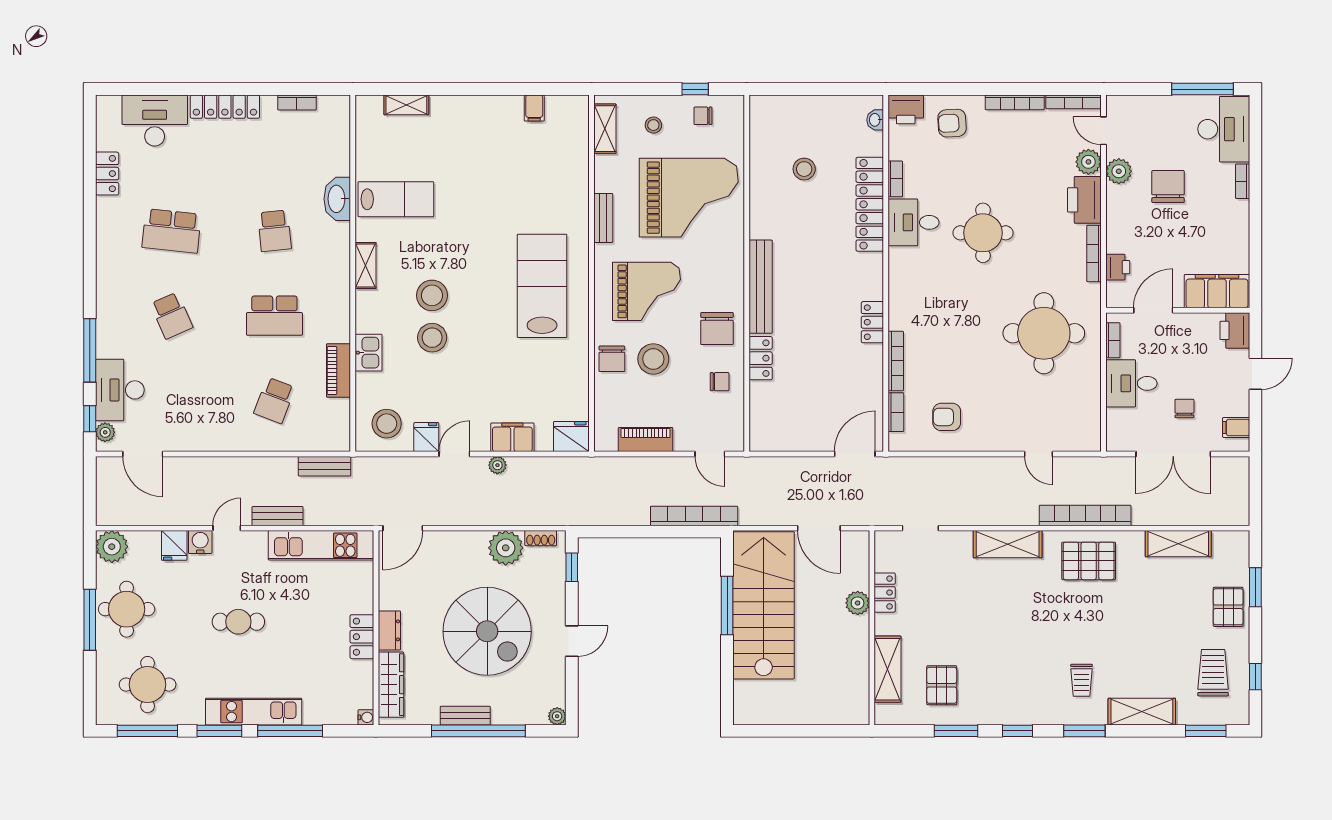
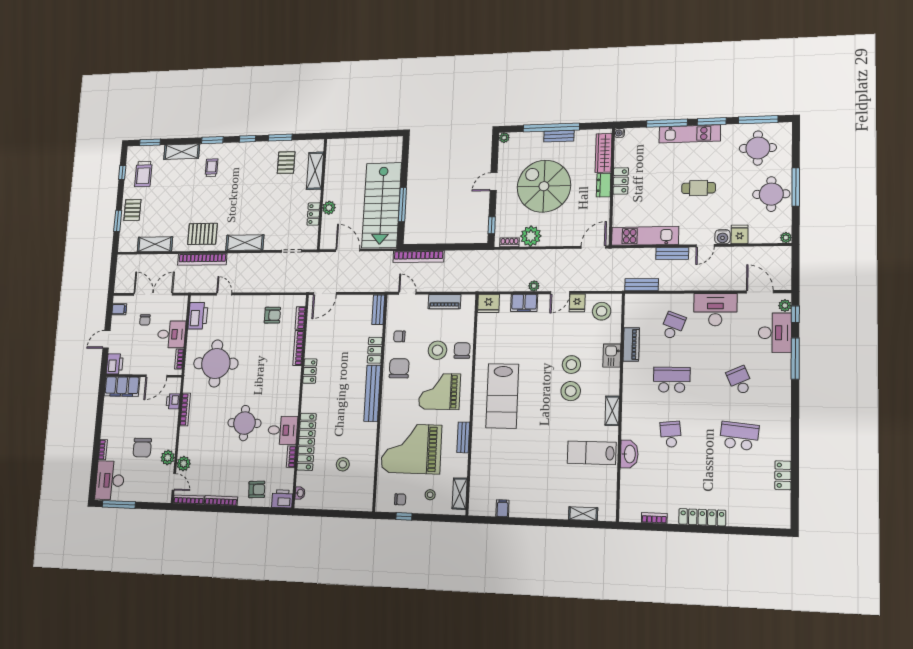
desk: (155, 120) -> (715, 310), moved, turned 180
printer: (1084, 200) -> (198, 316), moved
bench: (759, 426) -> (378, 310), added
plant: (112, 547) -> (786, 238), width x0.53, depth x0.53

